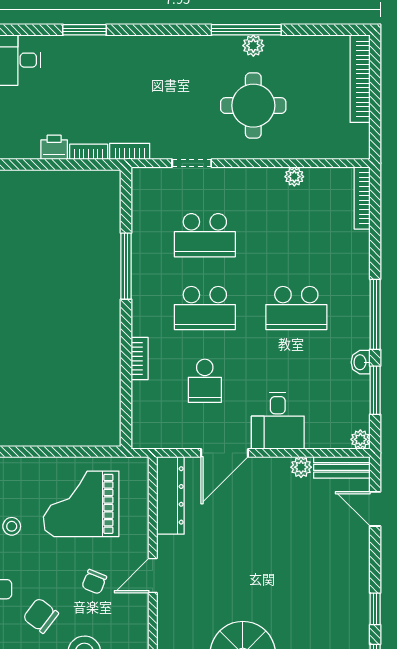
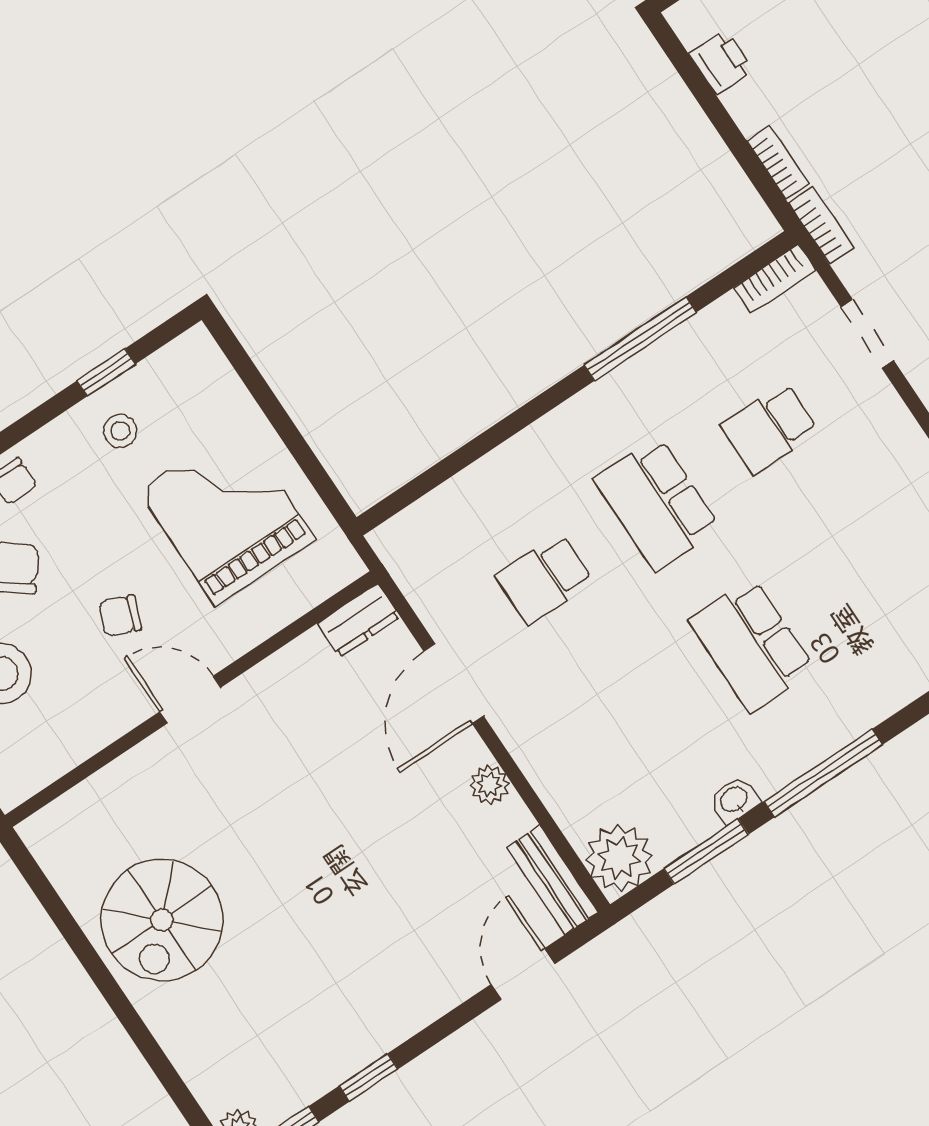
printer: (54, 147) -> (721, 62), moved
school desk: (205, 235) -> (769, 428), width x0.54
bookcase: (140, 359) -> (775, 279), moved
desk: (278, 421) -> (559, 733), removed
plant: (360, 439) -> (619, 858), width x1.87, depth x1.87
door: (224, 453) -> (454, 684), hinge flipped
plant: (301, 467) -> (489, 785), moved
dresser: (170, 495) -> (359, 620), width x0.51, depth x0.80

